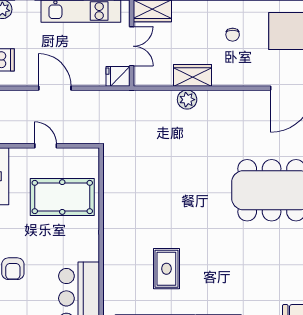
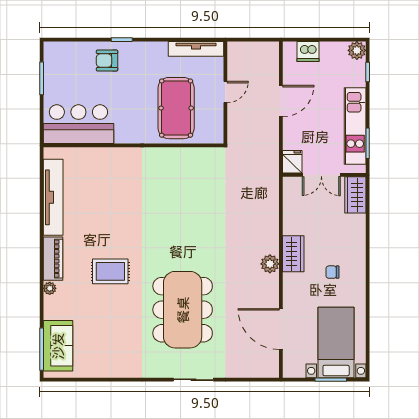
wardrobe: (192, 75) -> (293, 254), moved
plant: (187, 100) -> (270, 264), moved
rug: (166, 269) -> (110, 271), moved

